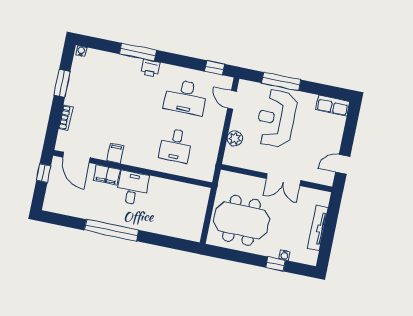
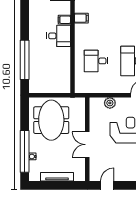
door: (343, 164) -> (107, 185), hinge flipped
filing cabinet: (107, 175) -> (64, 20), width x0.50
window: (111, 230) -> (25, 60), moved
window: (276, 264) -> (25, 151), width x3.17

